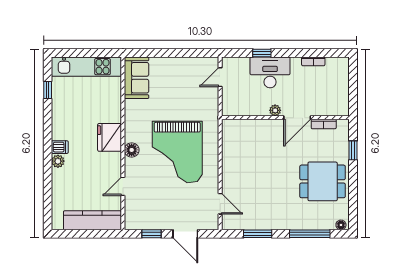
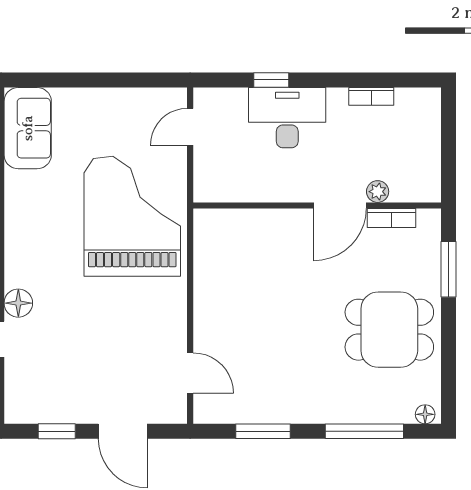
plant: (275, 110) -> (378, 192), moved
floor lamp: (132, 150) -> (18, 303), moved
window: (353, 150) -> (448, 269), width x1.50
grand piano: (177, 152) -> (132, 216), moved, turned 180

